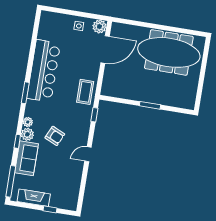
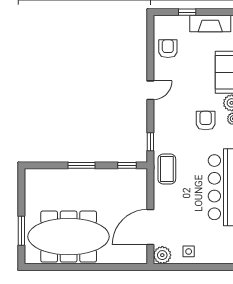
window: (204, 63) -> (21, 231), added
window: (115, 100) -> (127, 165), added
armchair: (55, 136) -> (206, 121), moved, turned 66
armchair: (69, 184) -> (168, 49), added

